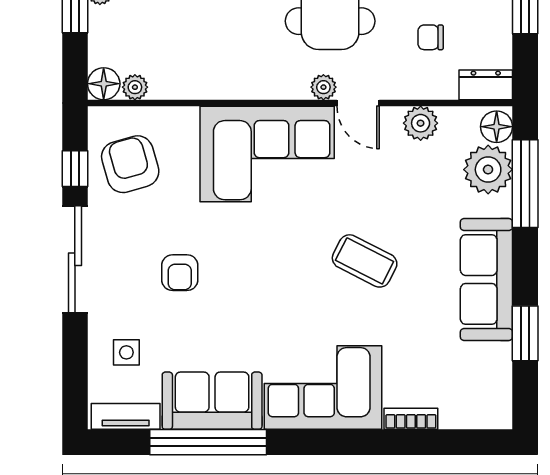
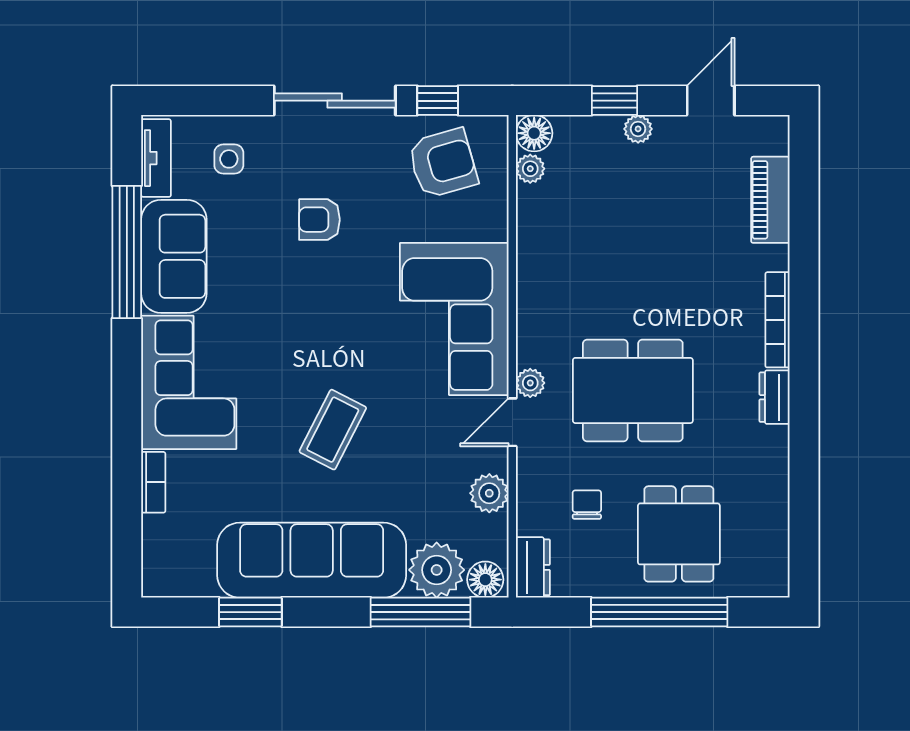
sofa: (486, 279) -> (312, 560), width x1.36, depth x1.27

